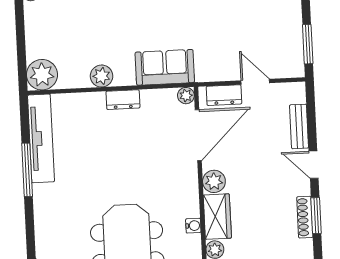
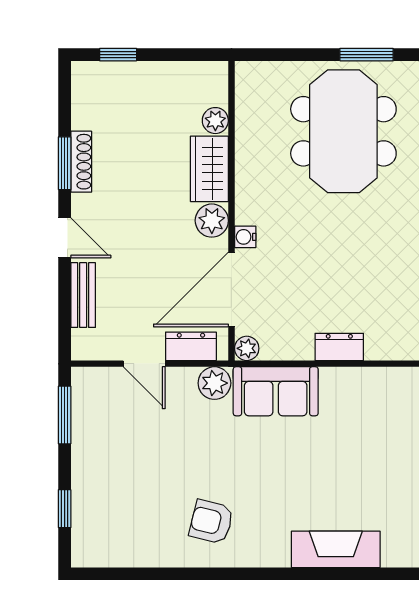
plant: (102, 76) -> (214, 383), moved
water cooler: (193, 226) -> (245, 237), moved

